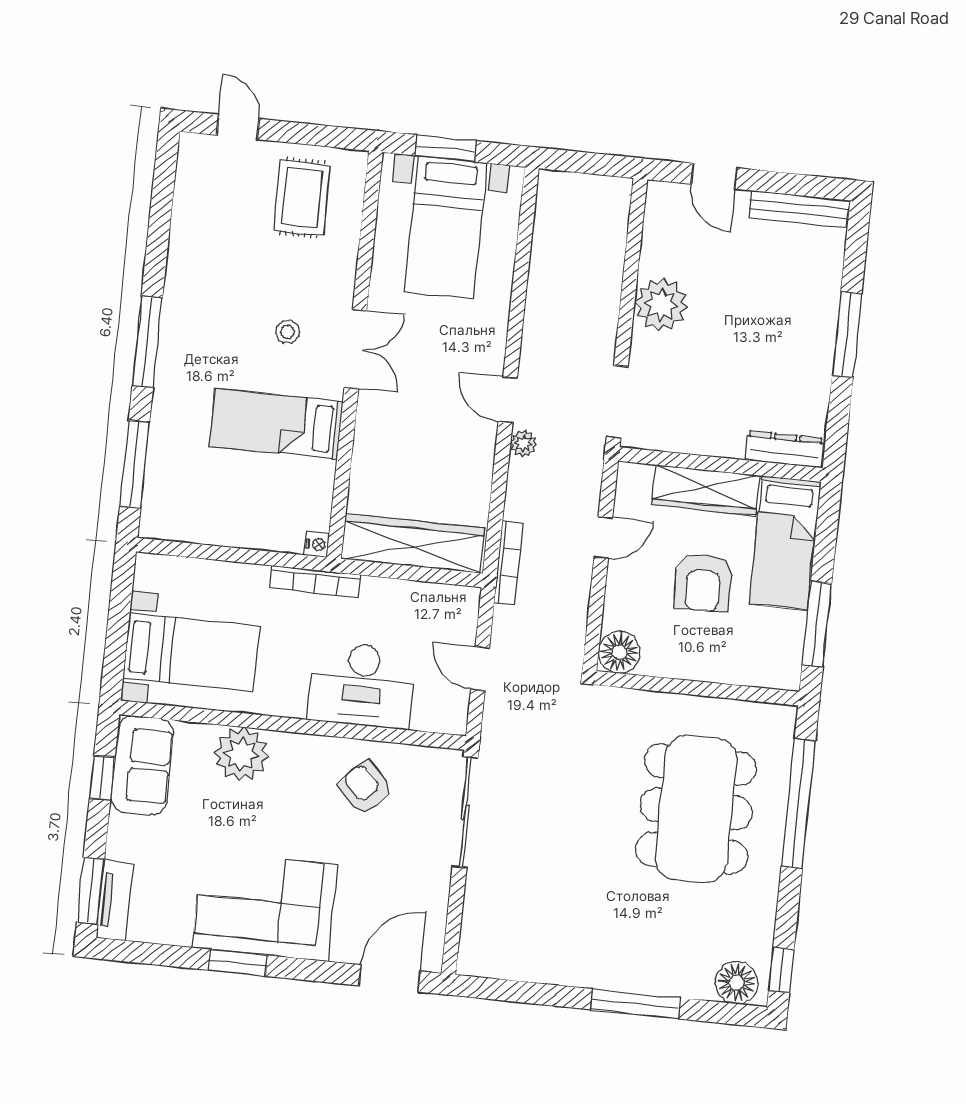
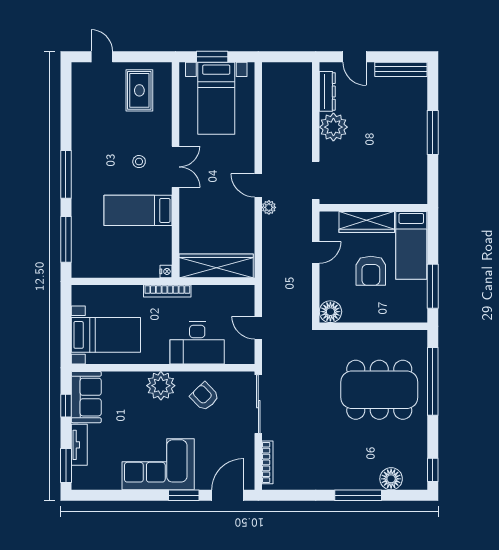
dresser: (784, 449) -> (327, 91), moved, turned 90
bookcase: (508, 563) -> (267, 462), moved
plant: (241, 754) -> (161, 386), moved
dining table: (696, 809) -> (379, 390), turned 90
tv unit: (115, 900) -> (79, 445), moved
window: (238, 963) -> (184, 495), moved
floor lamp: (737, 983) -> (391, 479), moved

